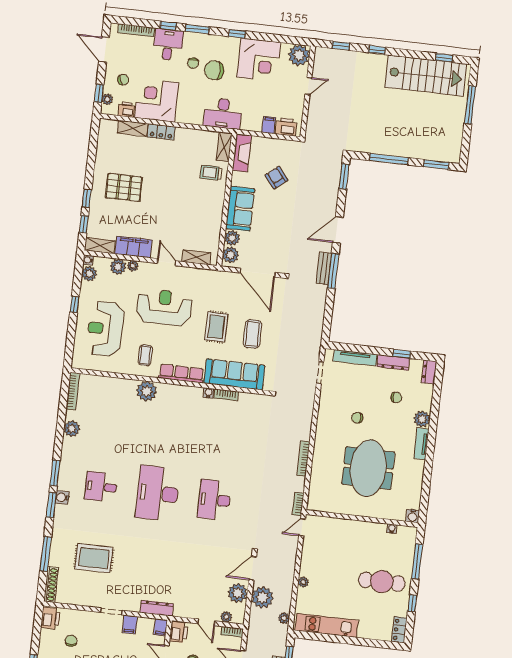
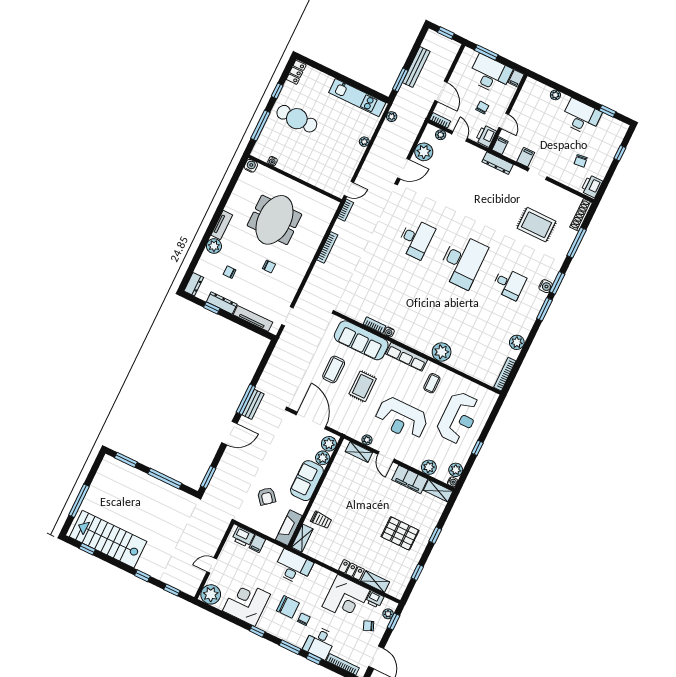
window: (84, 224) -> (417, 572), moved
plant: (133, 266) -> (367, 440), moved
plant: (262, 597) -> (404, 141), removed

